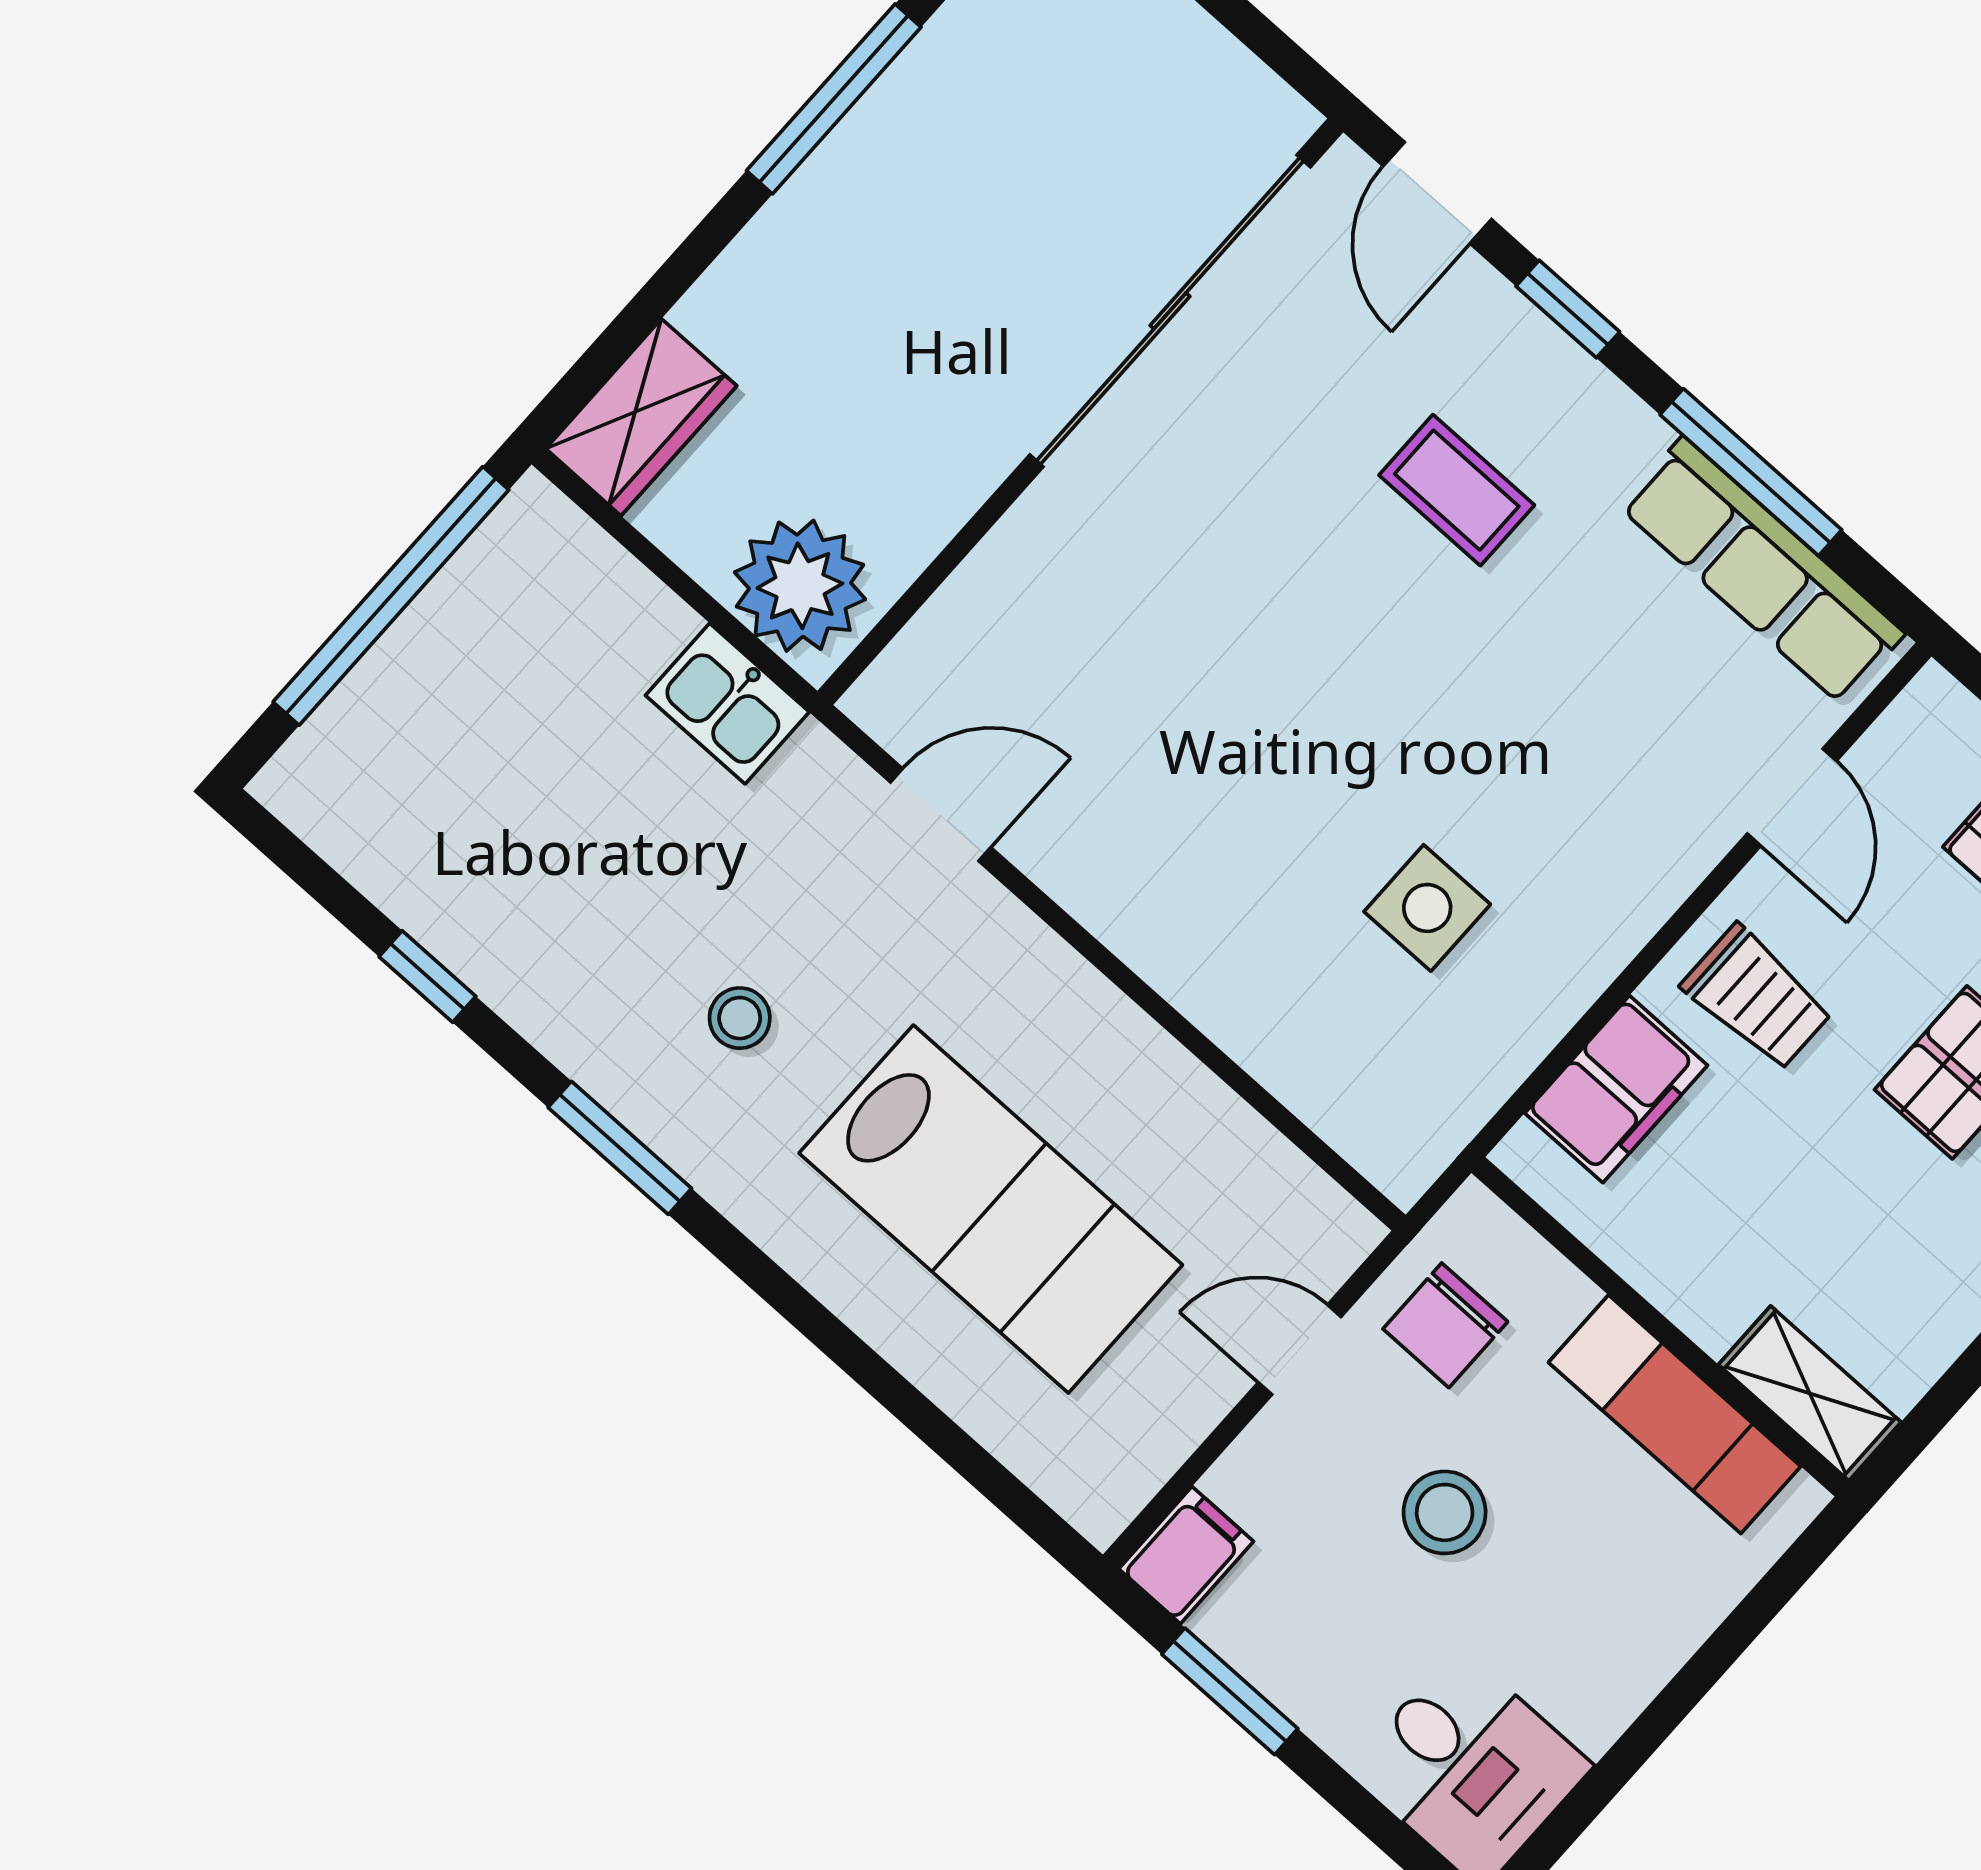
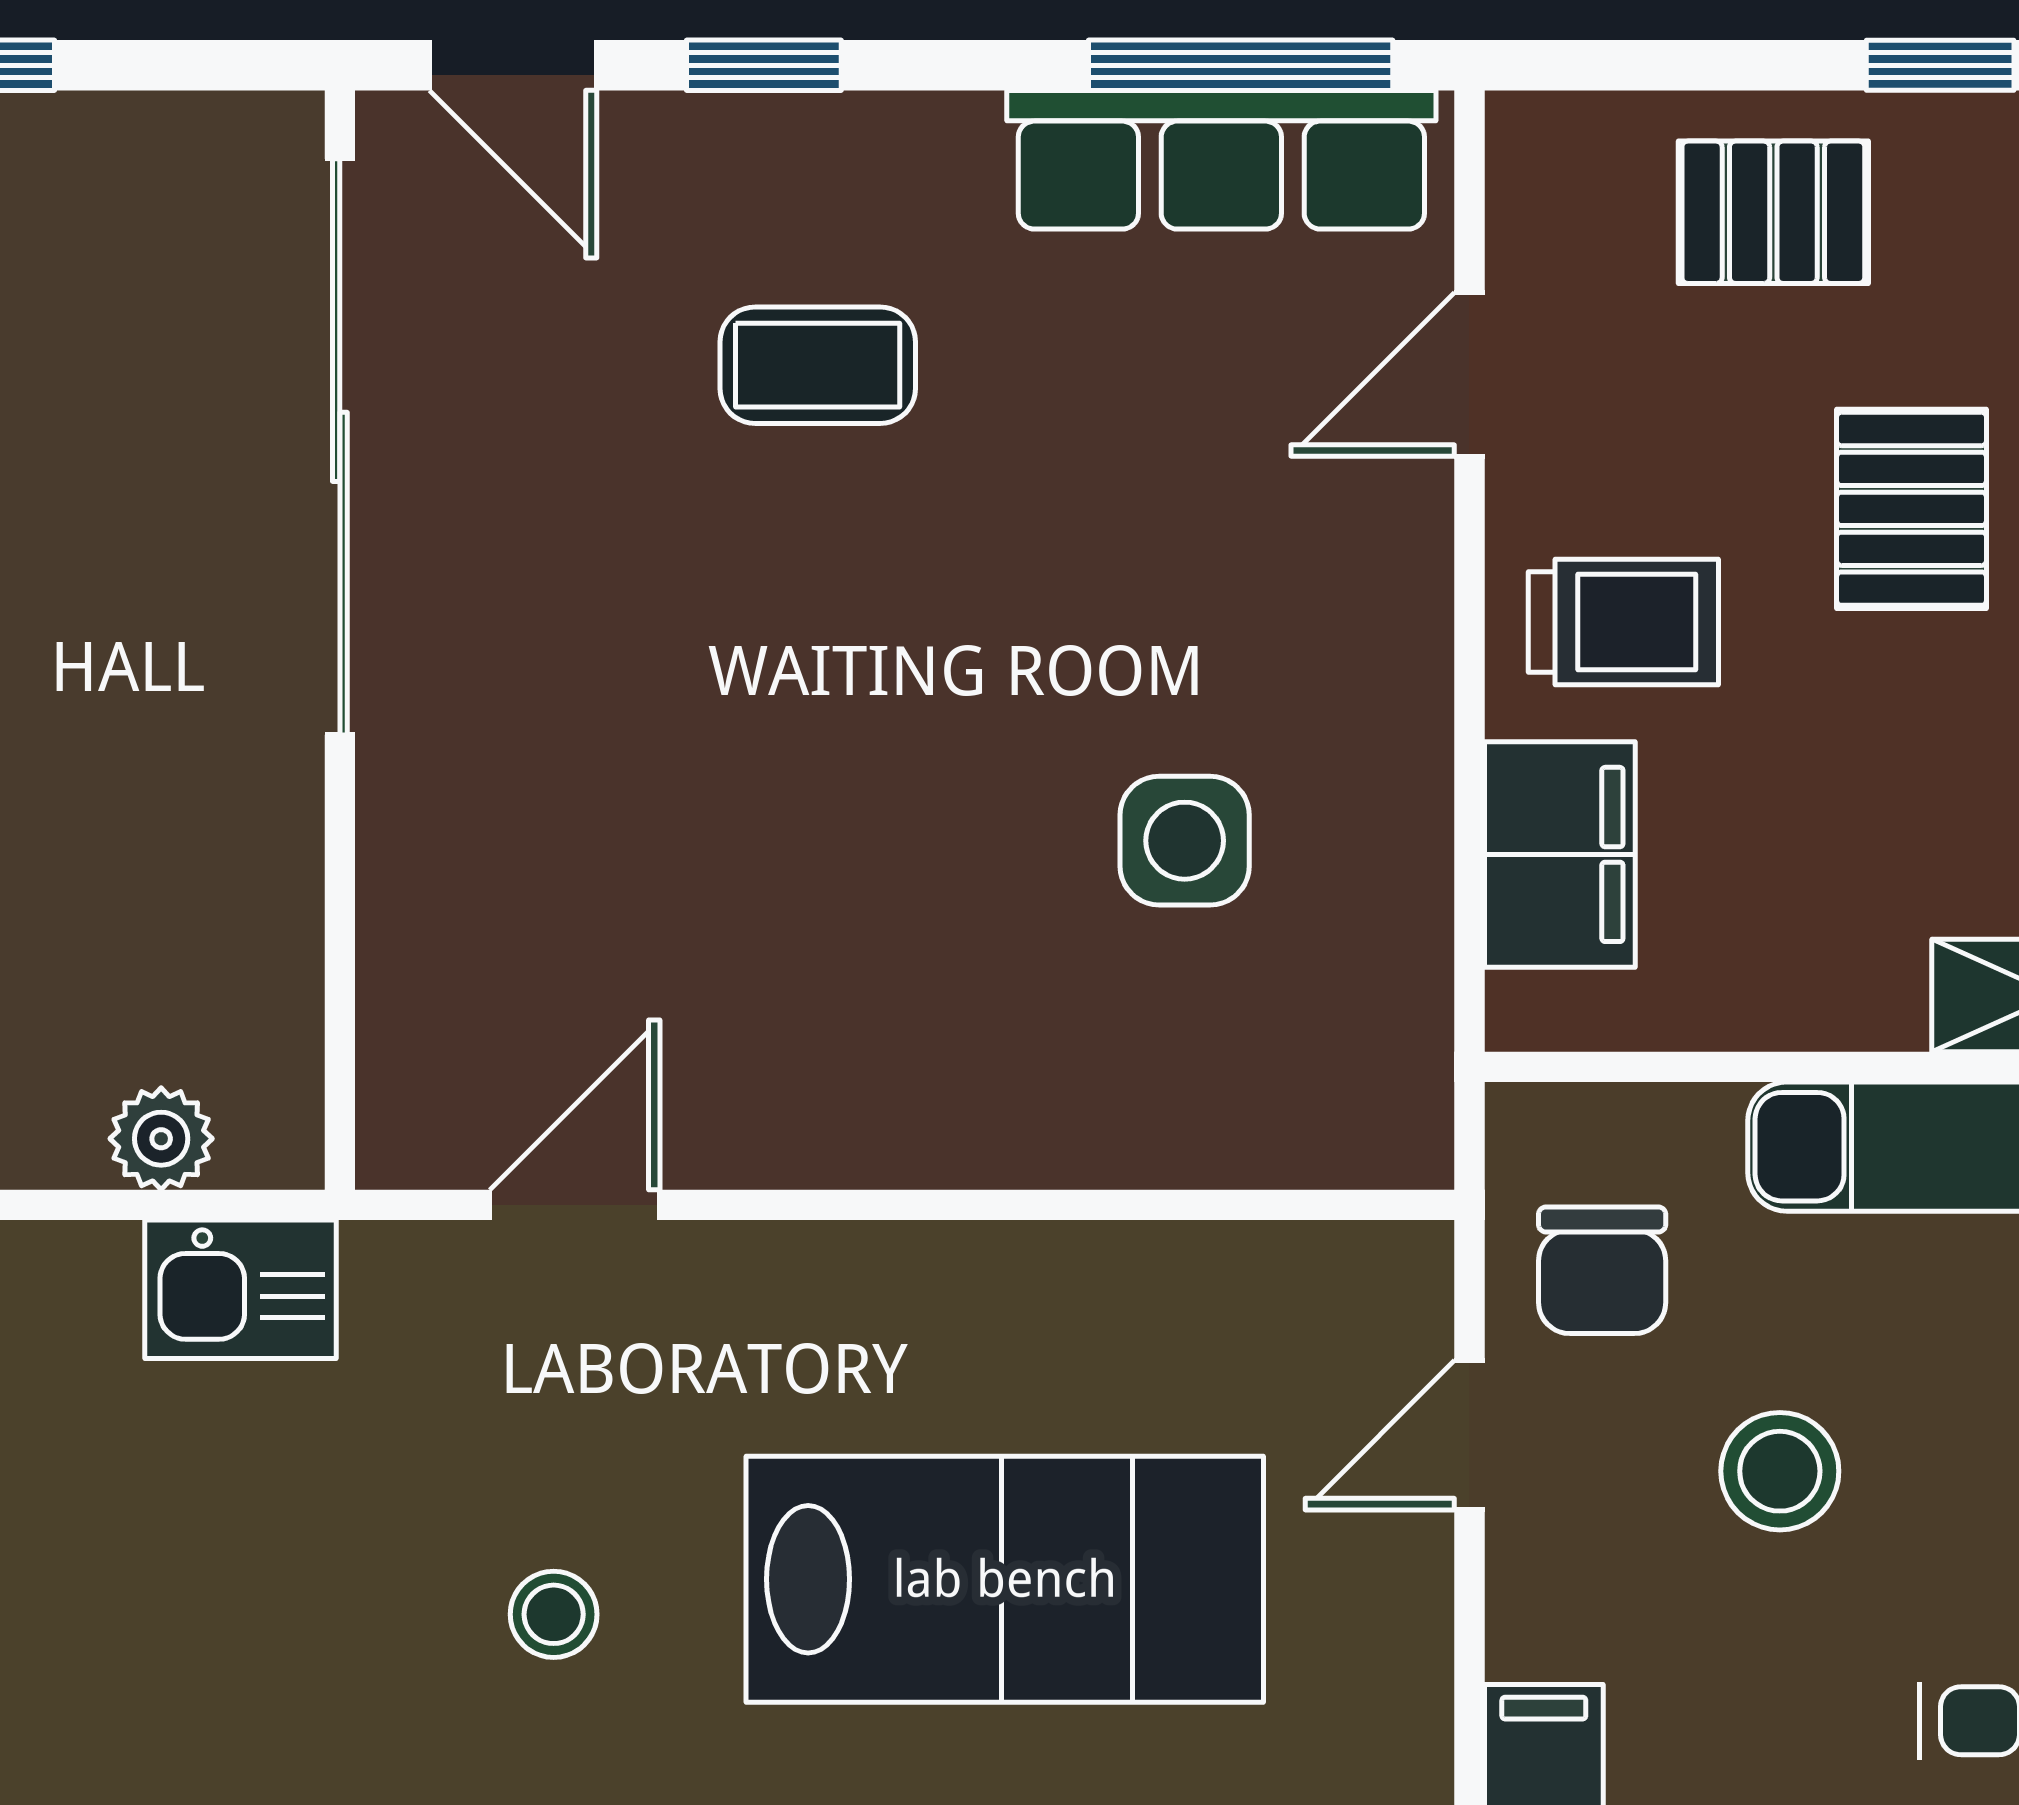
window: (1751, 472) -> (1241, 65), moved
plant: (800, 586) -> (161, 1139), width x0.53, depth x0.53
door: (1792, 797) -> (1469, 374), swing flipped

